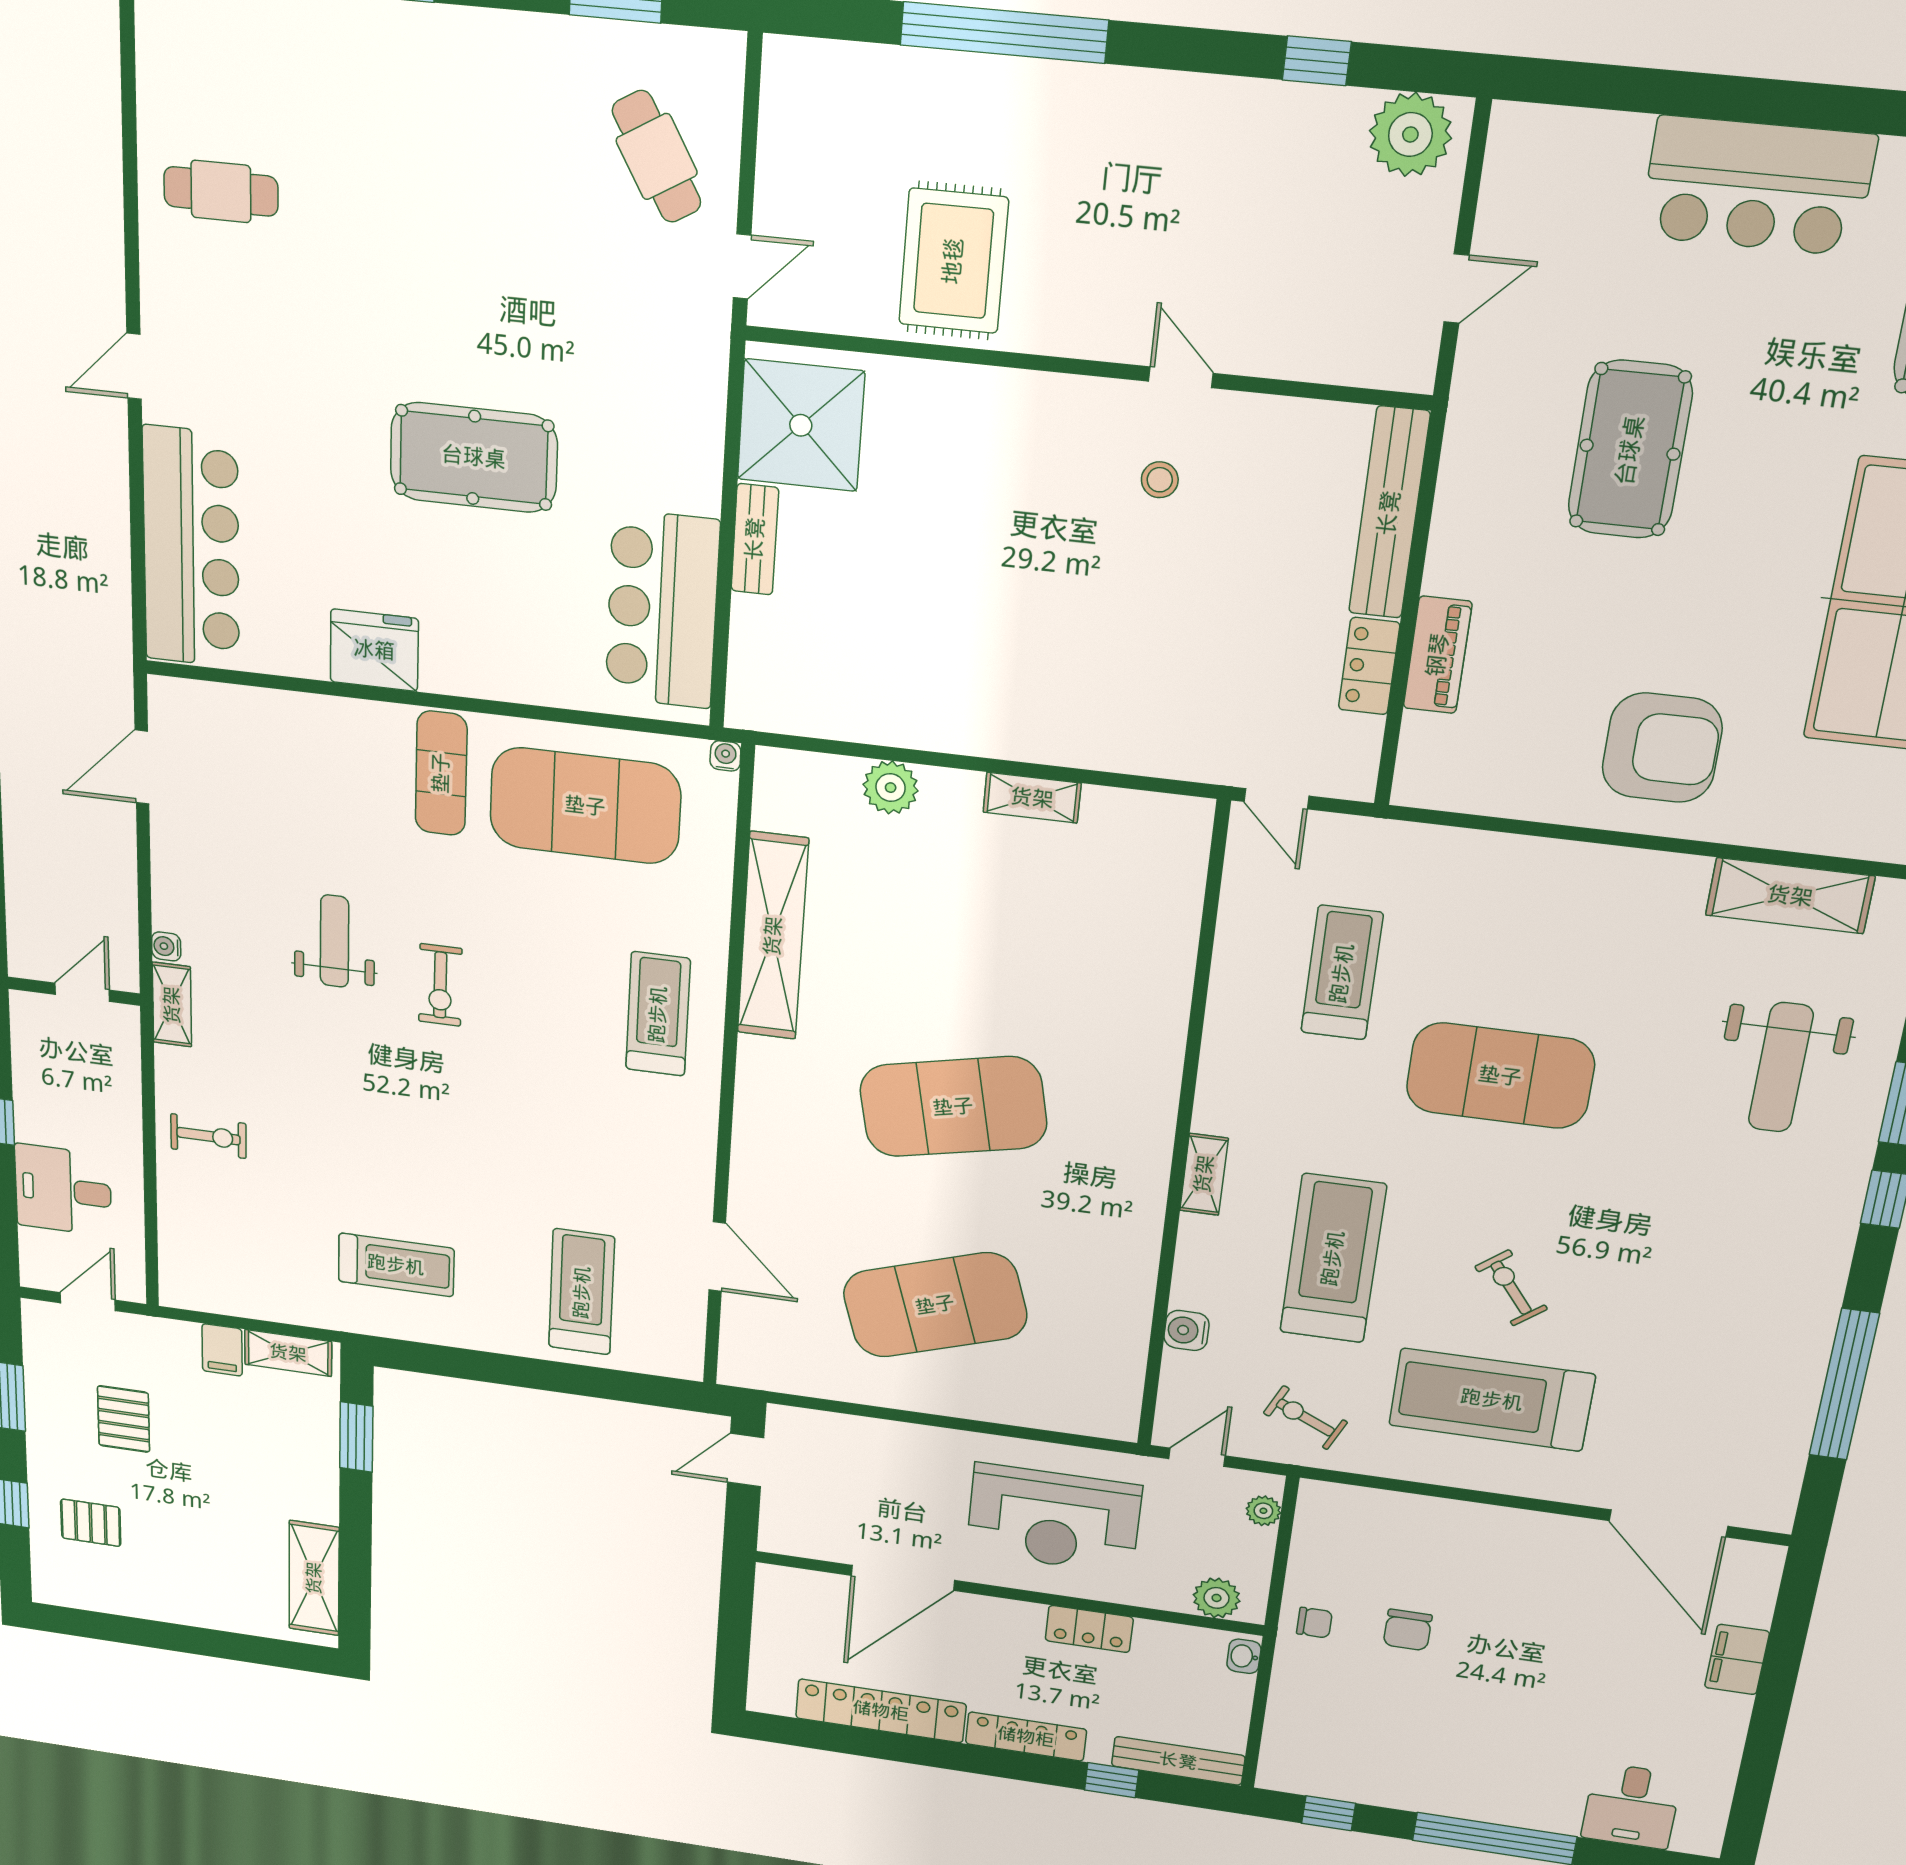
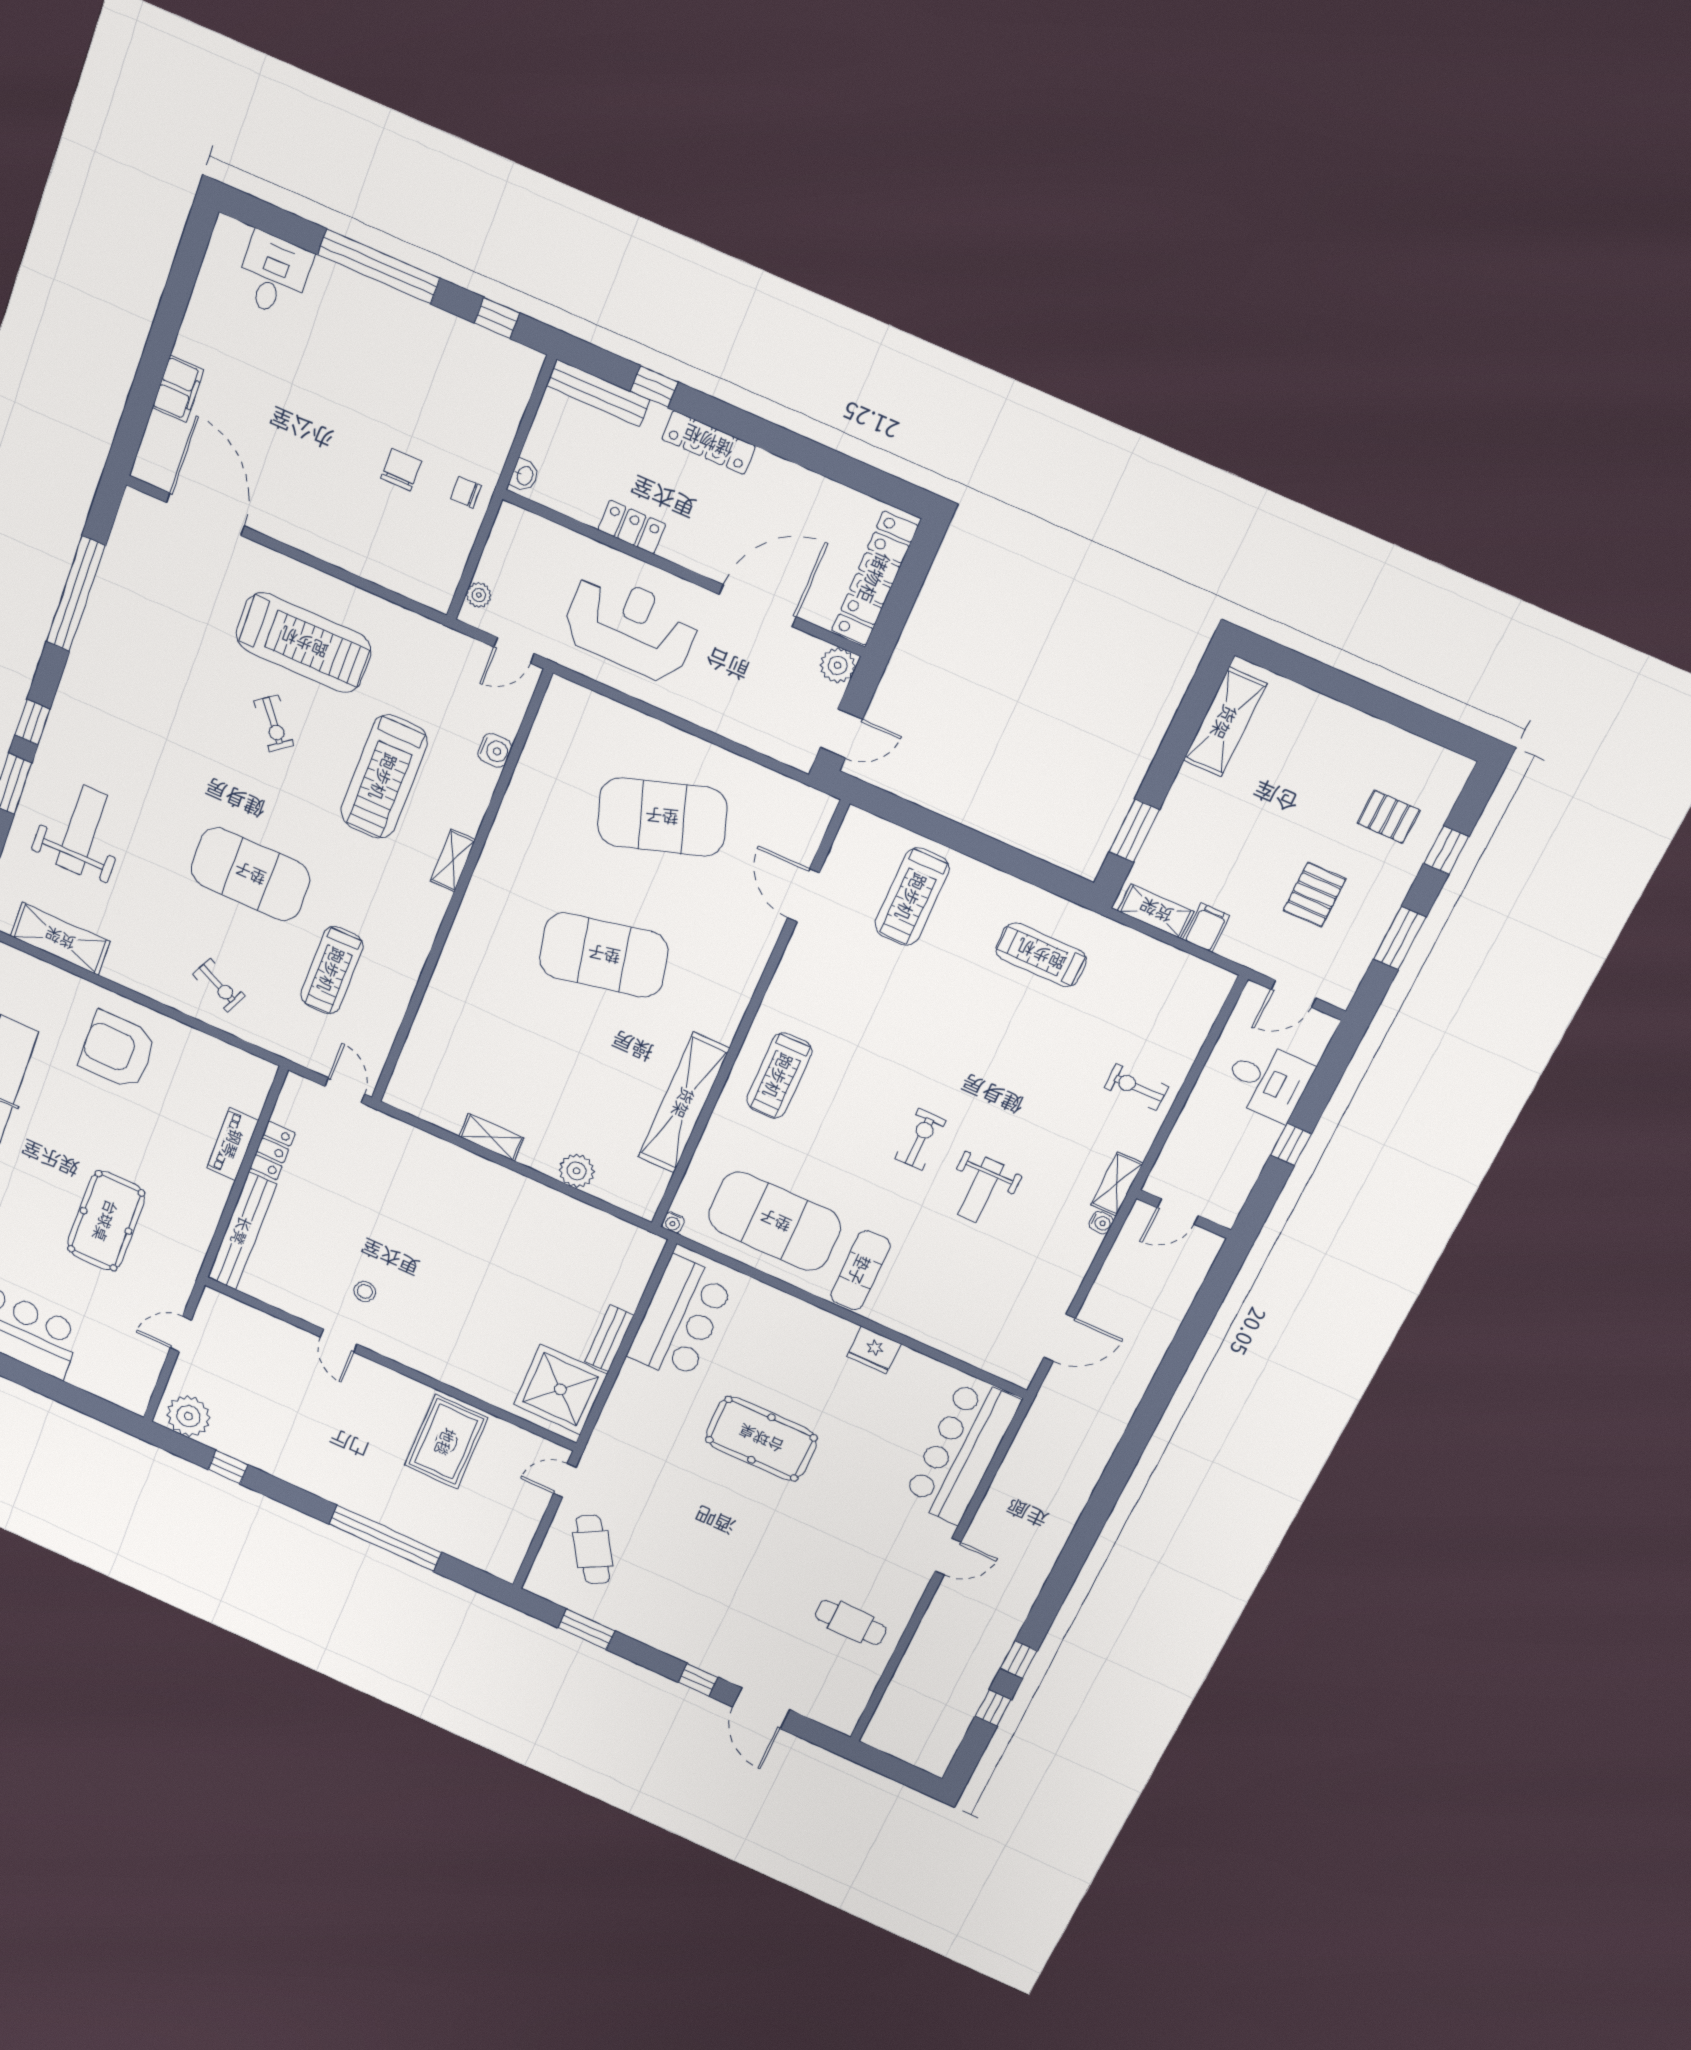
fridge: (374, 650) -> (874, 1350), width x0.73, depth x0.75
exercise bike: (1305, 1418) -> (219, 985), moved
plant: (1217, 1598) -> (838, 665), moved
locker: (881, 1711) -> (875, 578), moved, turned 90

